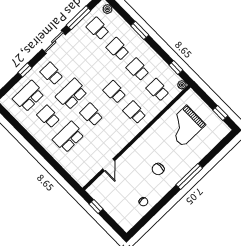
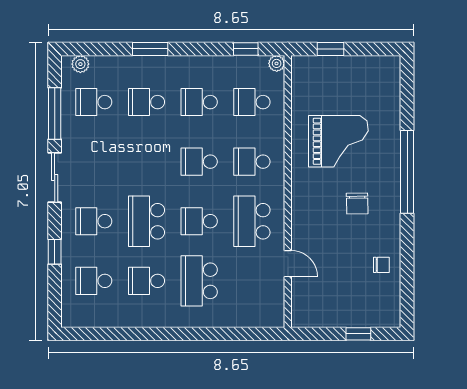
school desk: (29, 96) -> (94, 281), width x0.54
window: (220, 113) -> (331, 49), moved
grand piano: (185, 126) -> (338, 141), moved, turned -90
school desk: (111, 135) -> (252, 221), added
window: (189, 176) -> (407, 172), width x1.46
window: (96, 207) -> (358, 334), moved

